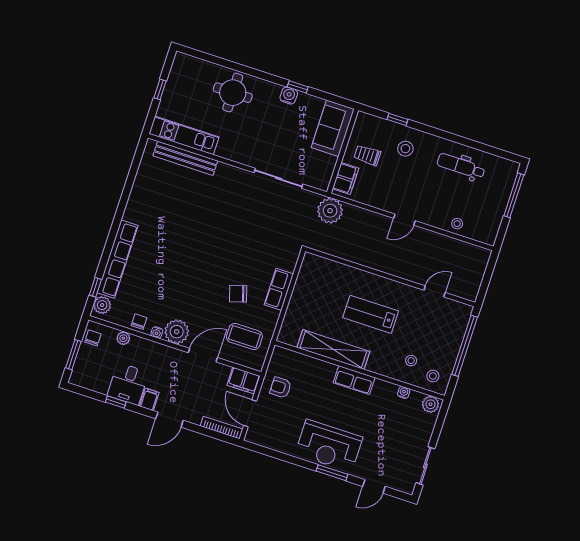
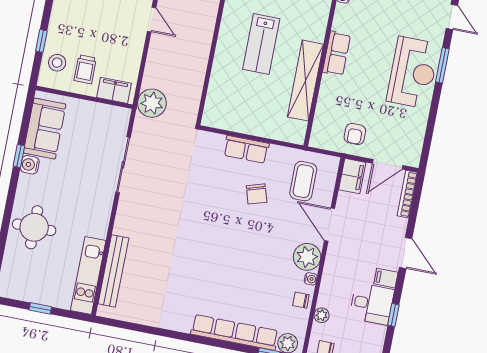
sofa: (333, 128) -> (45, 129), moved, turned -90
stool: (405, 149) -> (57, 63), moved

